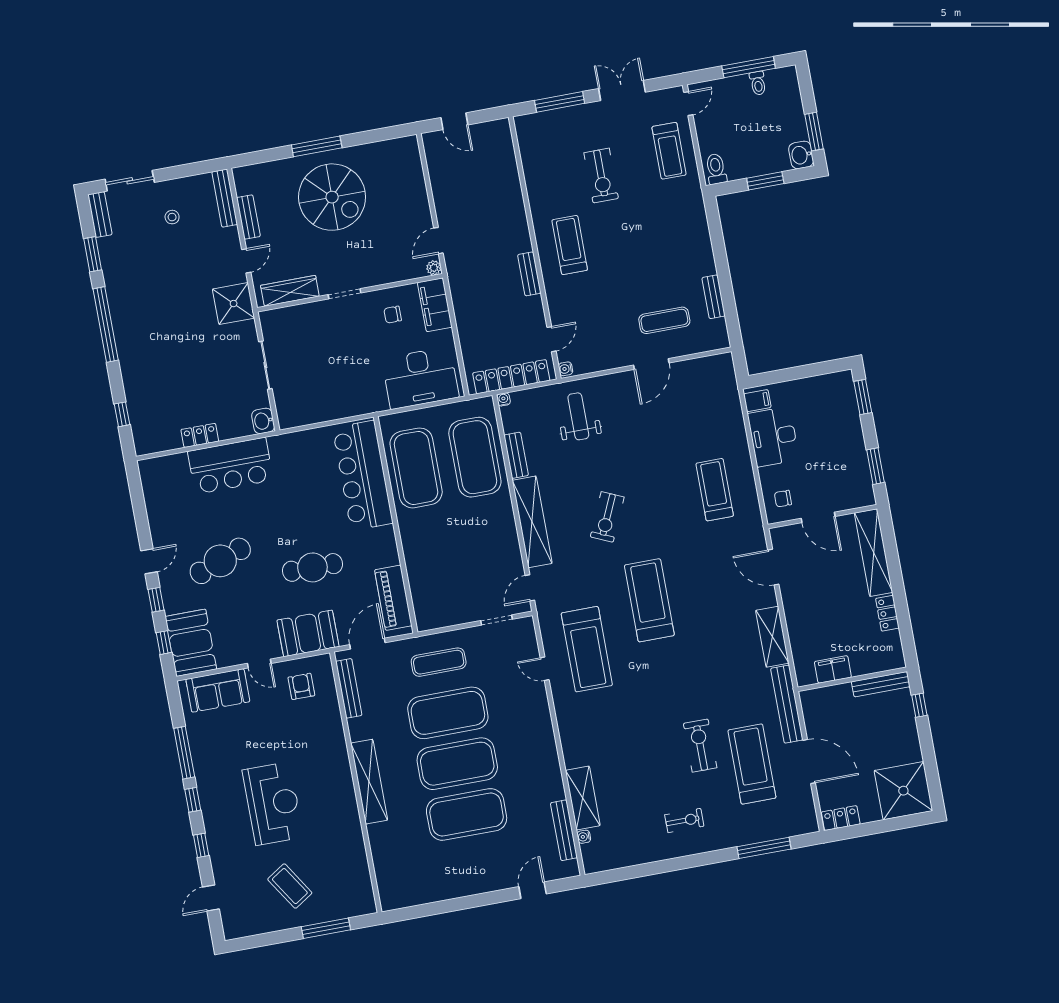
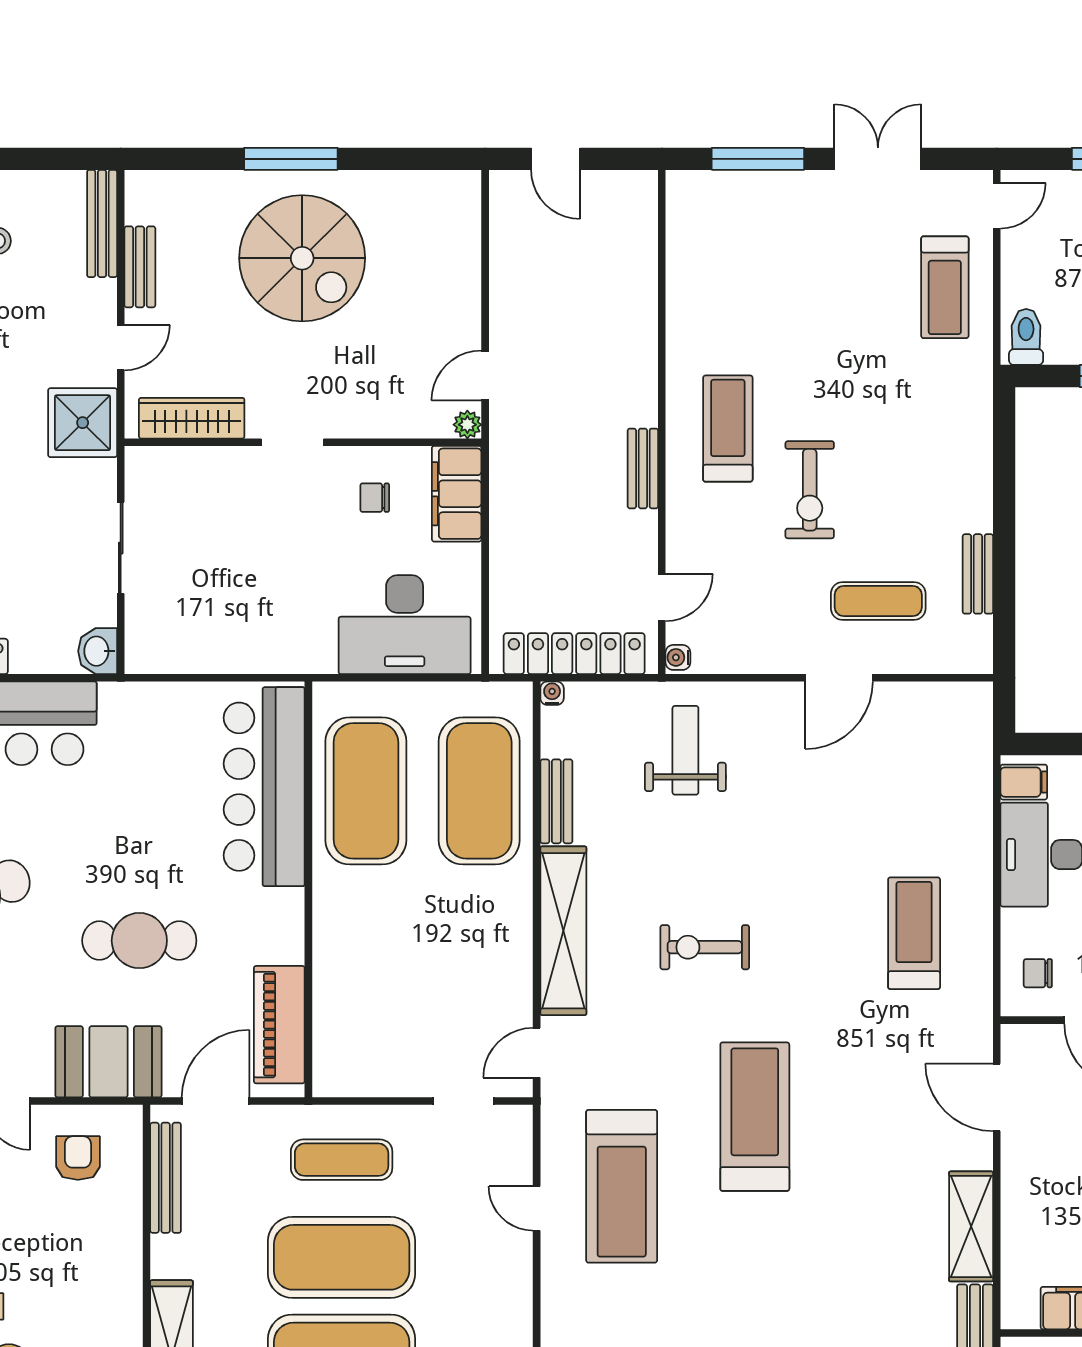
exercise bike: (601, 176) -> (810, 490), moved
exercise bike: (607, 517) -> (705, 947), turned 66

